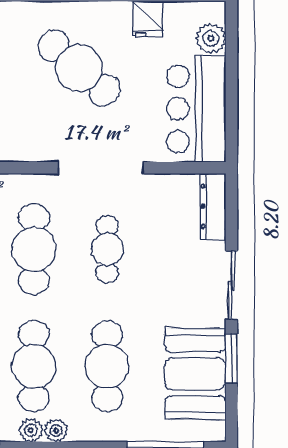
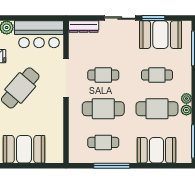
cafe table: (107, 366) -> (157, 75), width x0.73, depth x0.74

